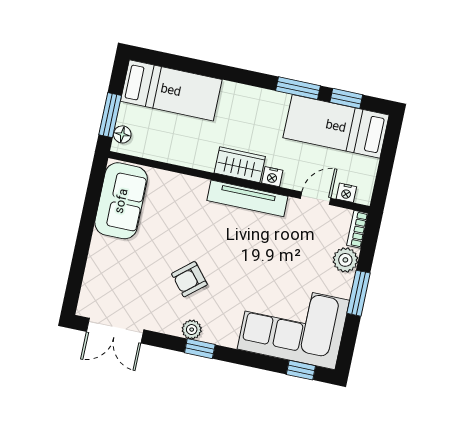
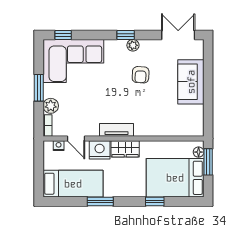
bed: (171, 90) -> (175, 178), width x1.50
window: (346, 98) -> (155, 202), moved
nightstand: (272, 177) -> (100, 150), width x1.89, depth x1.79
tv unit: (247, 198) -> (116, 130), width x0.71
door: (316, 198) -> (76, 139), hinge flipped
sofa: (121, 201) -> (191, 82), moved
armchair: (189, 279) -> (141, 75), turned 133

